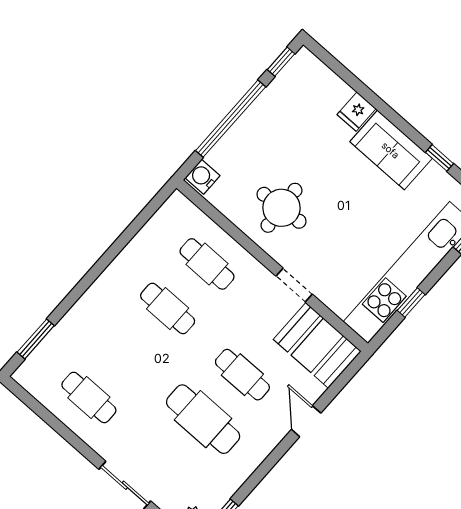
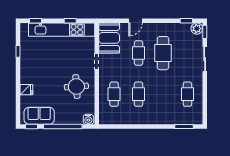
sofa: (391, 150) -> (39, 116), moved, turned -90

